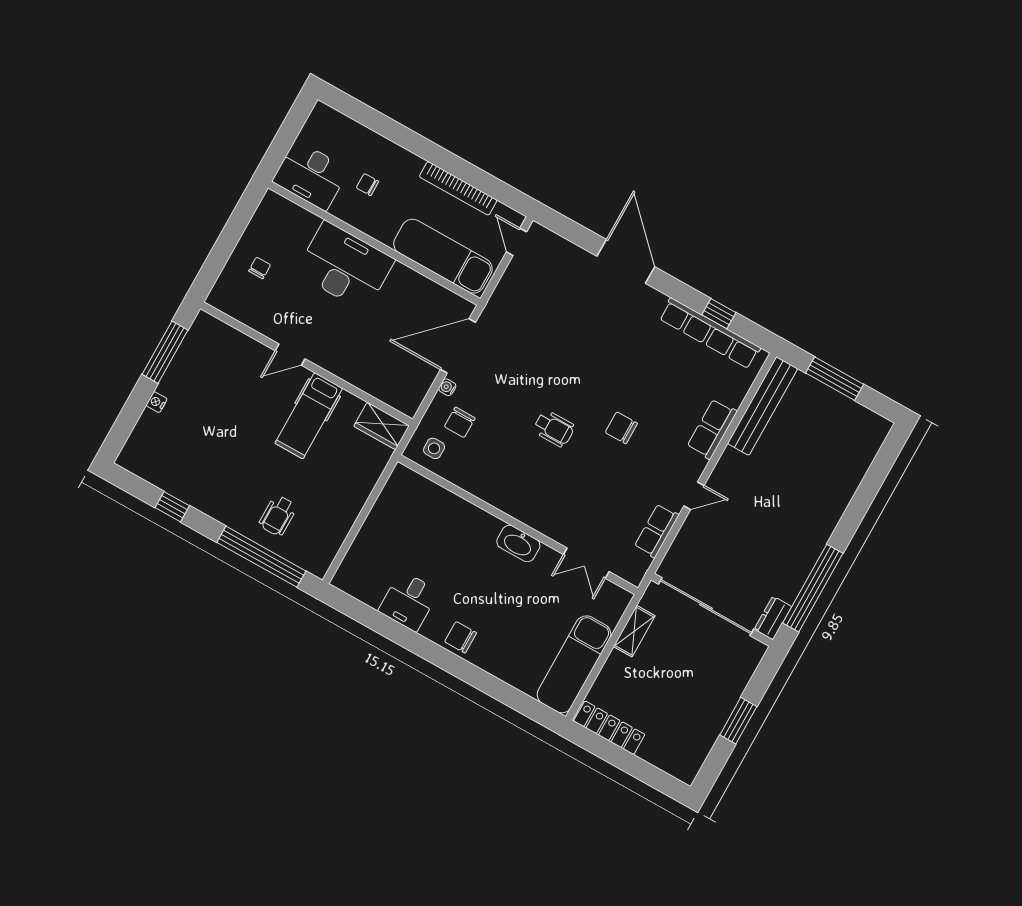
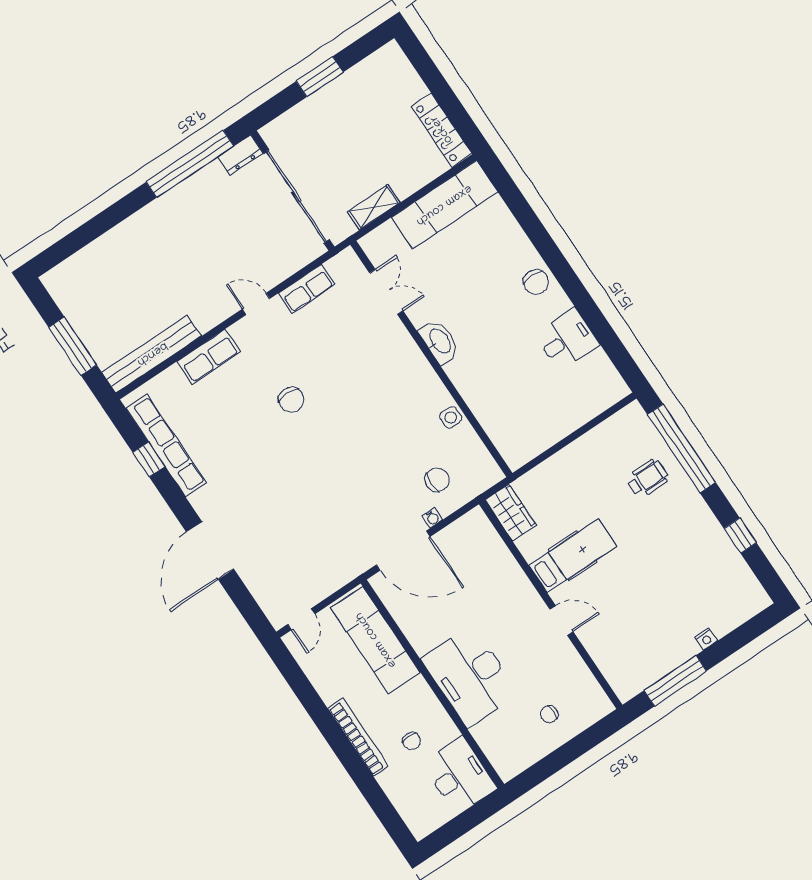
bookcase: (458, 188) -> (358, 737), moved
wheelchair: (554, 428) -> (353, 430), removed
side table: (434, 448) -> (451, 417), moved

